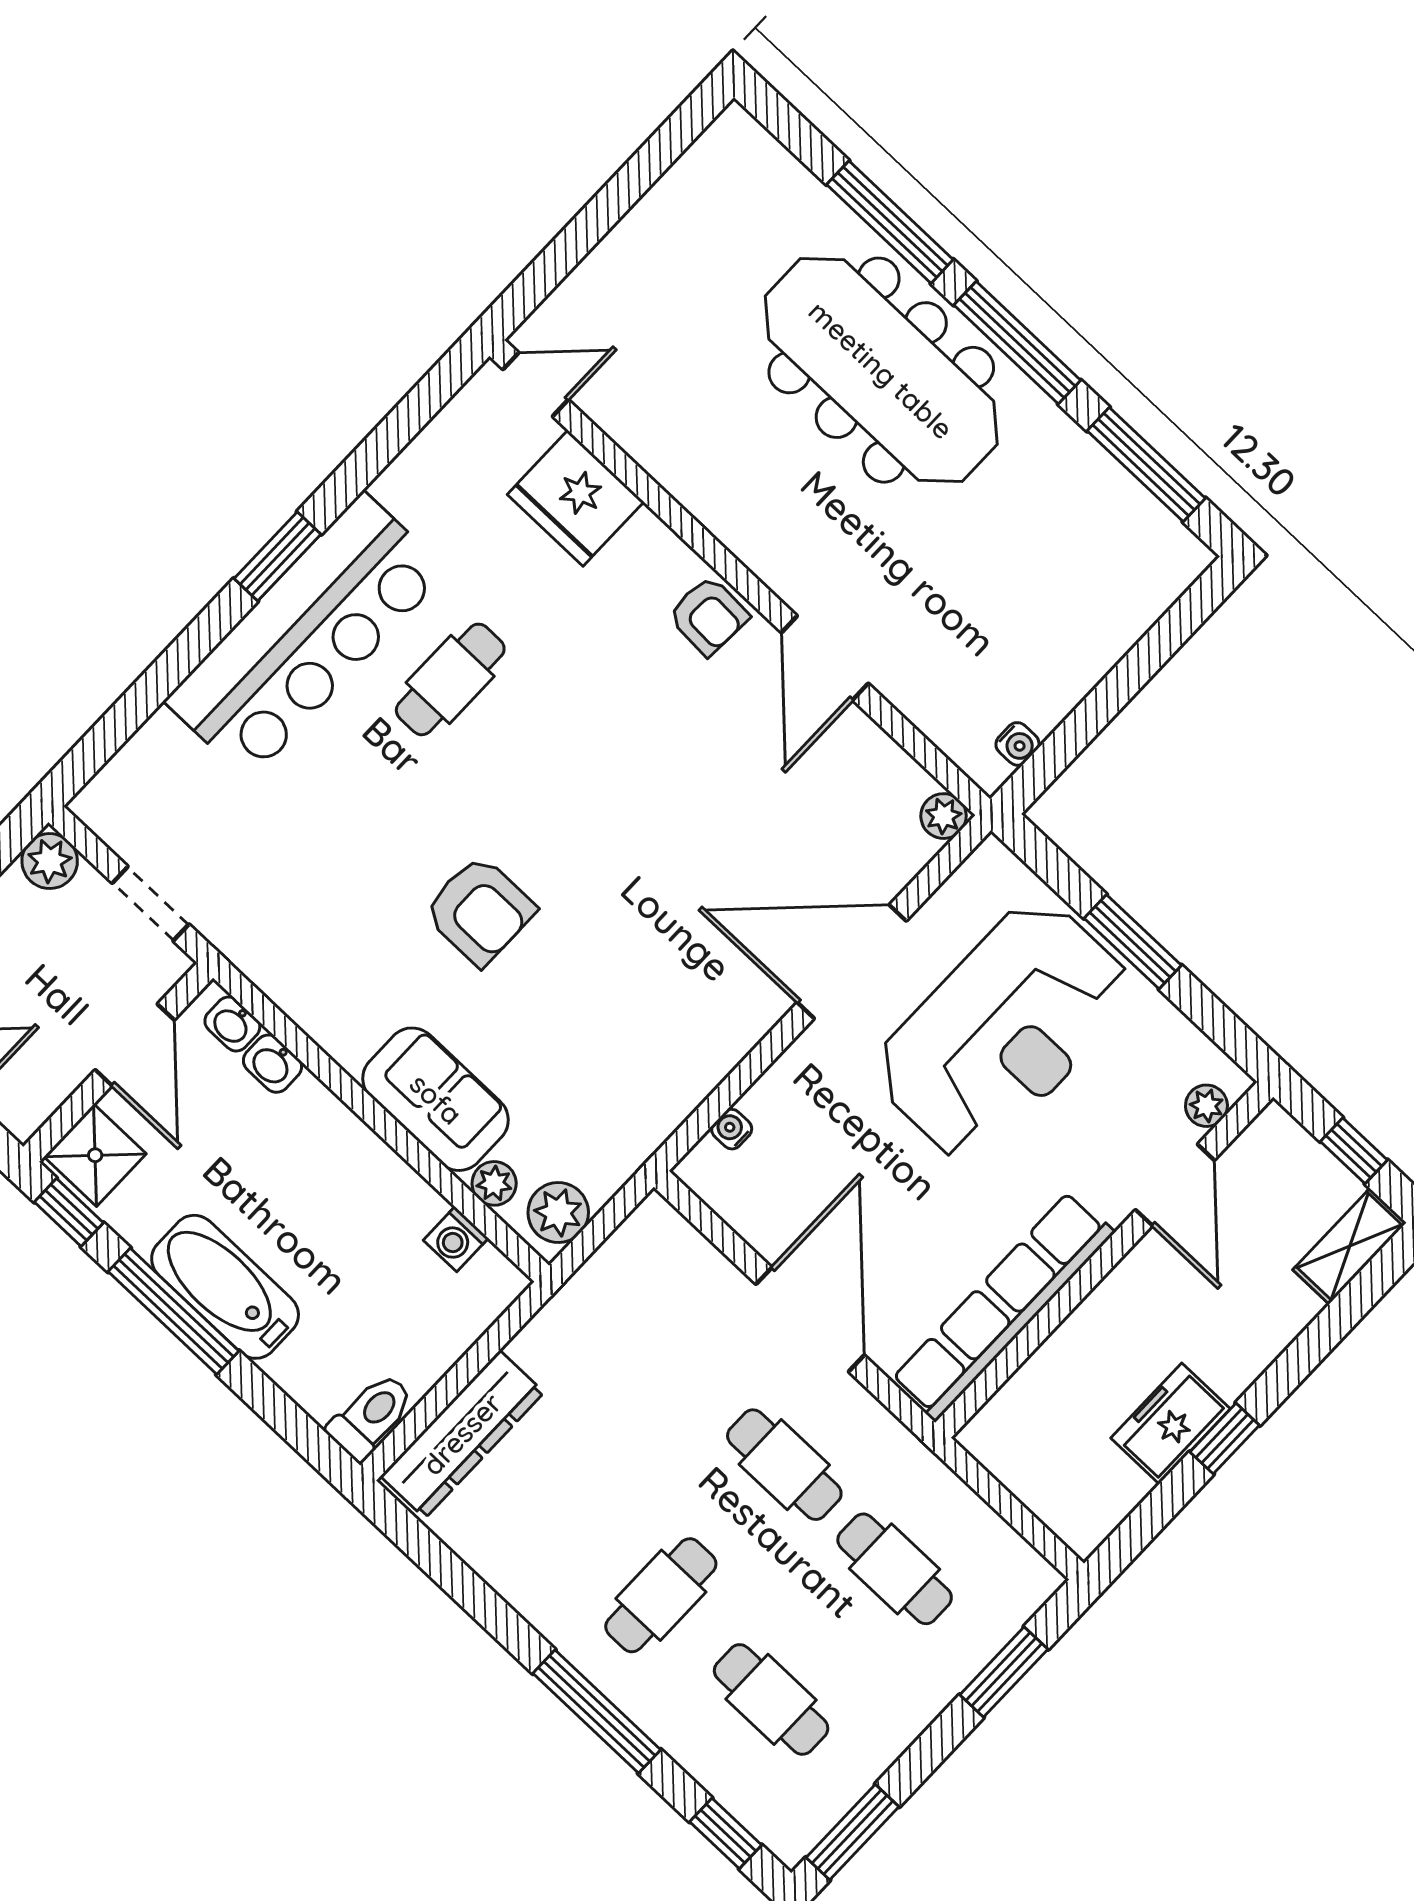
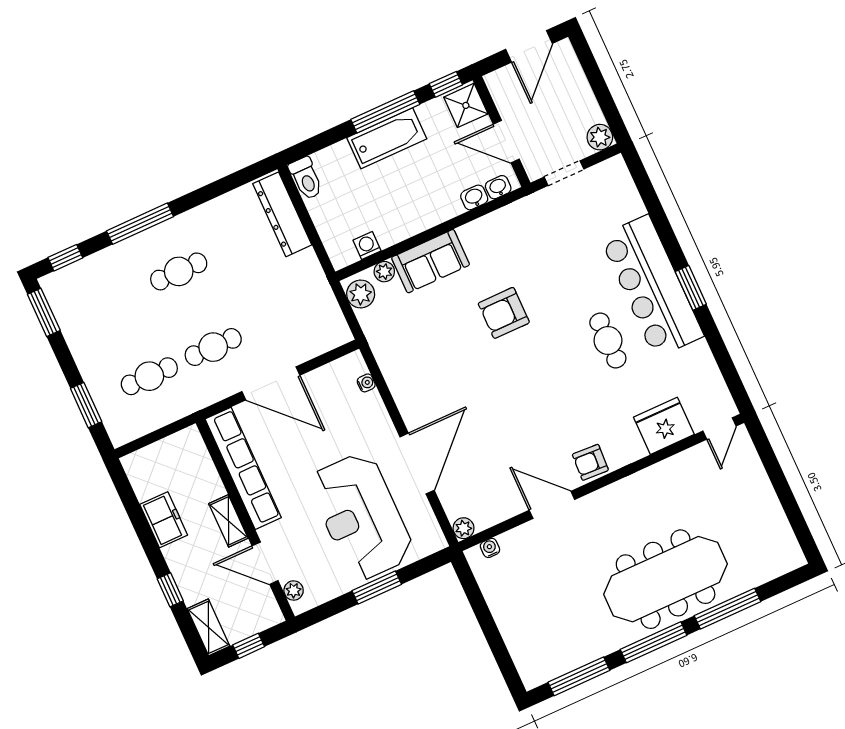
water cooler: (1017, 744) -> (490, 548), moved, turned 90
shelving: (1120, 1293) -> (228, 521), added
window: (1225, 1439) -> (170, 590), moved
cafe table: (661, 1595) -> (179, 271), turned 90
cafe table: (771, 1699) -> (115, 300), removed

